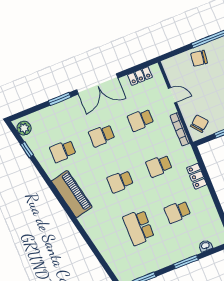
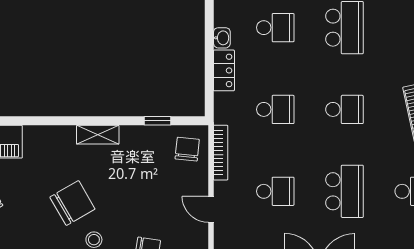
chair: (199, 124) -> (187, 149), turned 135
school desk: (102, 136) -> (344, 191), width x1.85
washbasin: (205, 194) -> (222, 38), added

